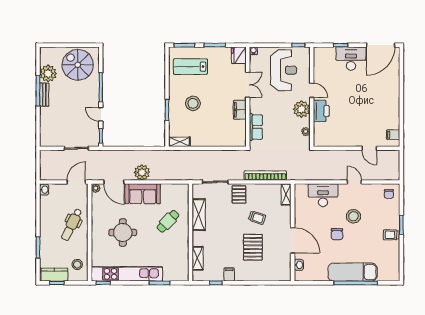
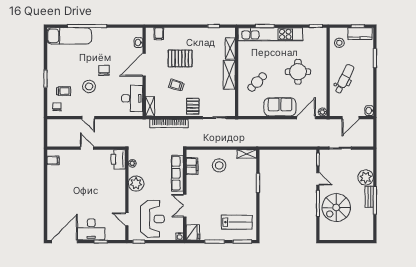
spiral stairs: (78, 65) -> (336, 207), moved, turned 90
reception desk: (284, 70) -> (152, 219), turned 180
plant: (48, 73) -> (366, 178), moved
door: (312, 90) -> (127, 219), moved
stool: (193, 103) -> (219, 165), moved
filing cabinet: (240, 110) -> (192, 166), moved
printer: (321, 111) -> (118, 159), moved
row of seats: (256, 127) -> (177, 173), width x1.48
door: (369, 148) -> (87, 148), moved
plant: (142, 172) -> (281, 126), removed
door: (76, 182) -> (350, 118), moved
door: (114, 182) -> (306, 118), hinge flipped
desk: (323, 195) -> (132, 98), moved, turned -90
shelving: (199, 215) -> (229, 75), moved
trolley: (391, 235) -> (64, 91), moved
door: (293, 240) -> (144, 65), hinge flipped
pallet: (253, 247) -> (180, 58), turned 90
exam couch: (352, 272) -> (69, 36), moved
kitchen unit: (127, 274) -> (270, 34), moved
filing cabinet: (229, 274) -> (159, 34), moved

